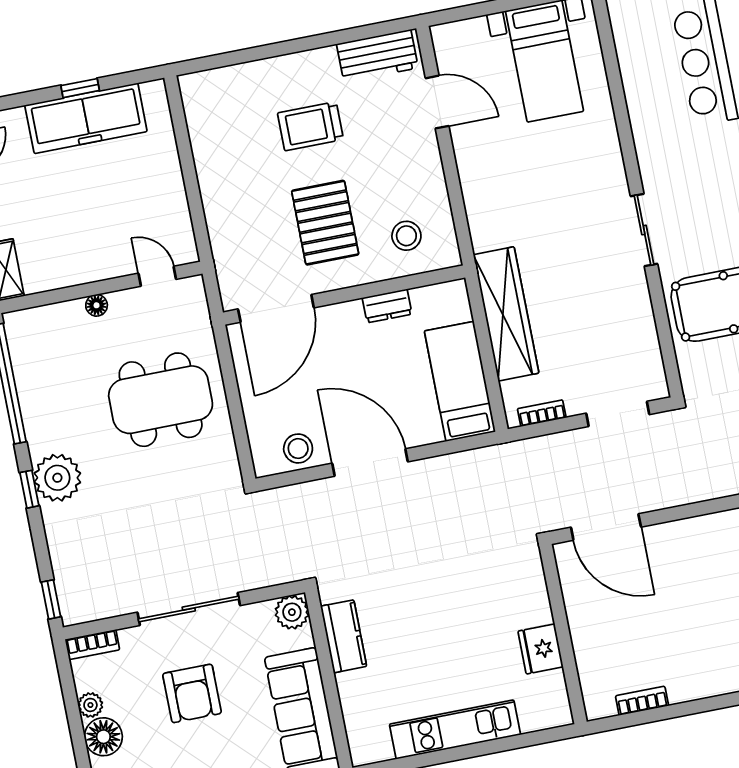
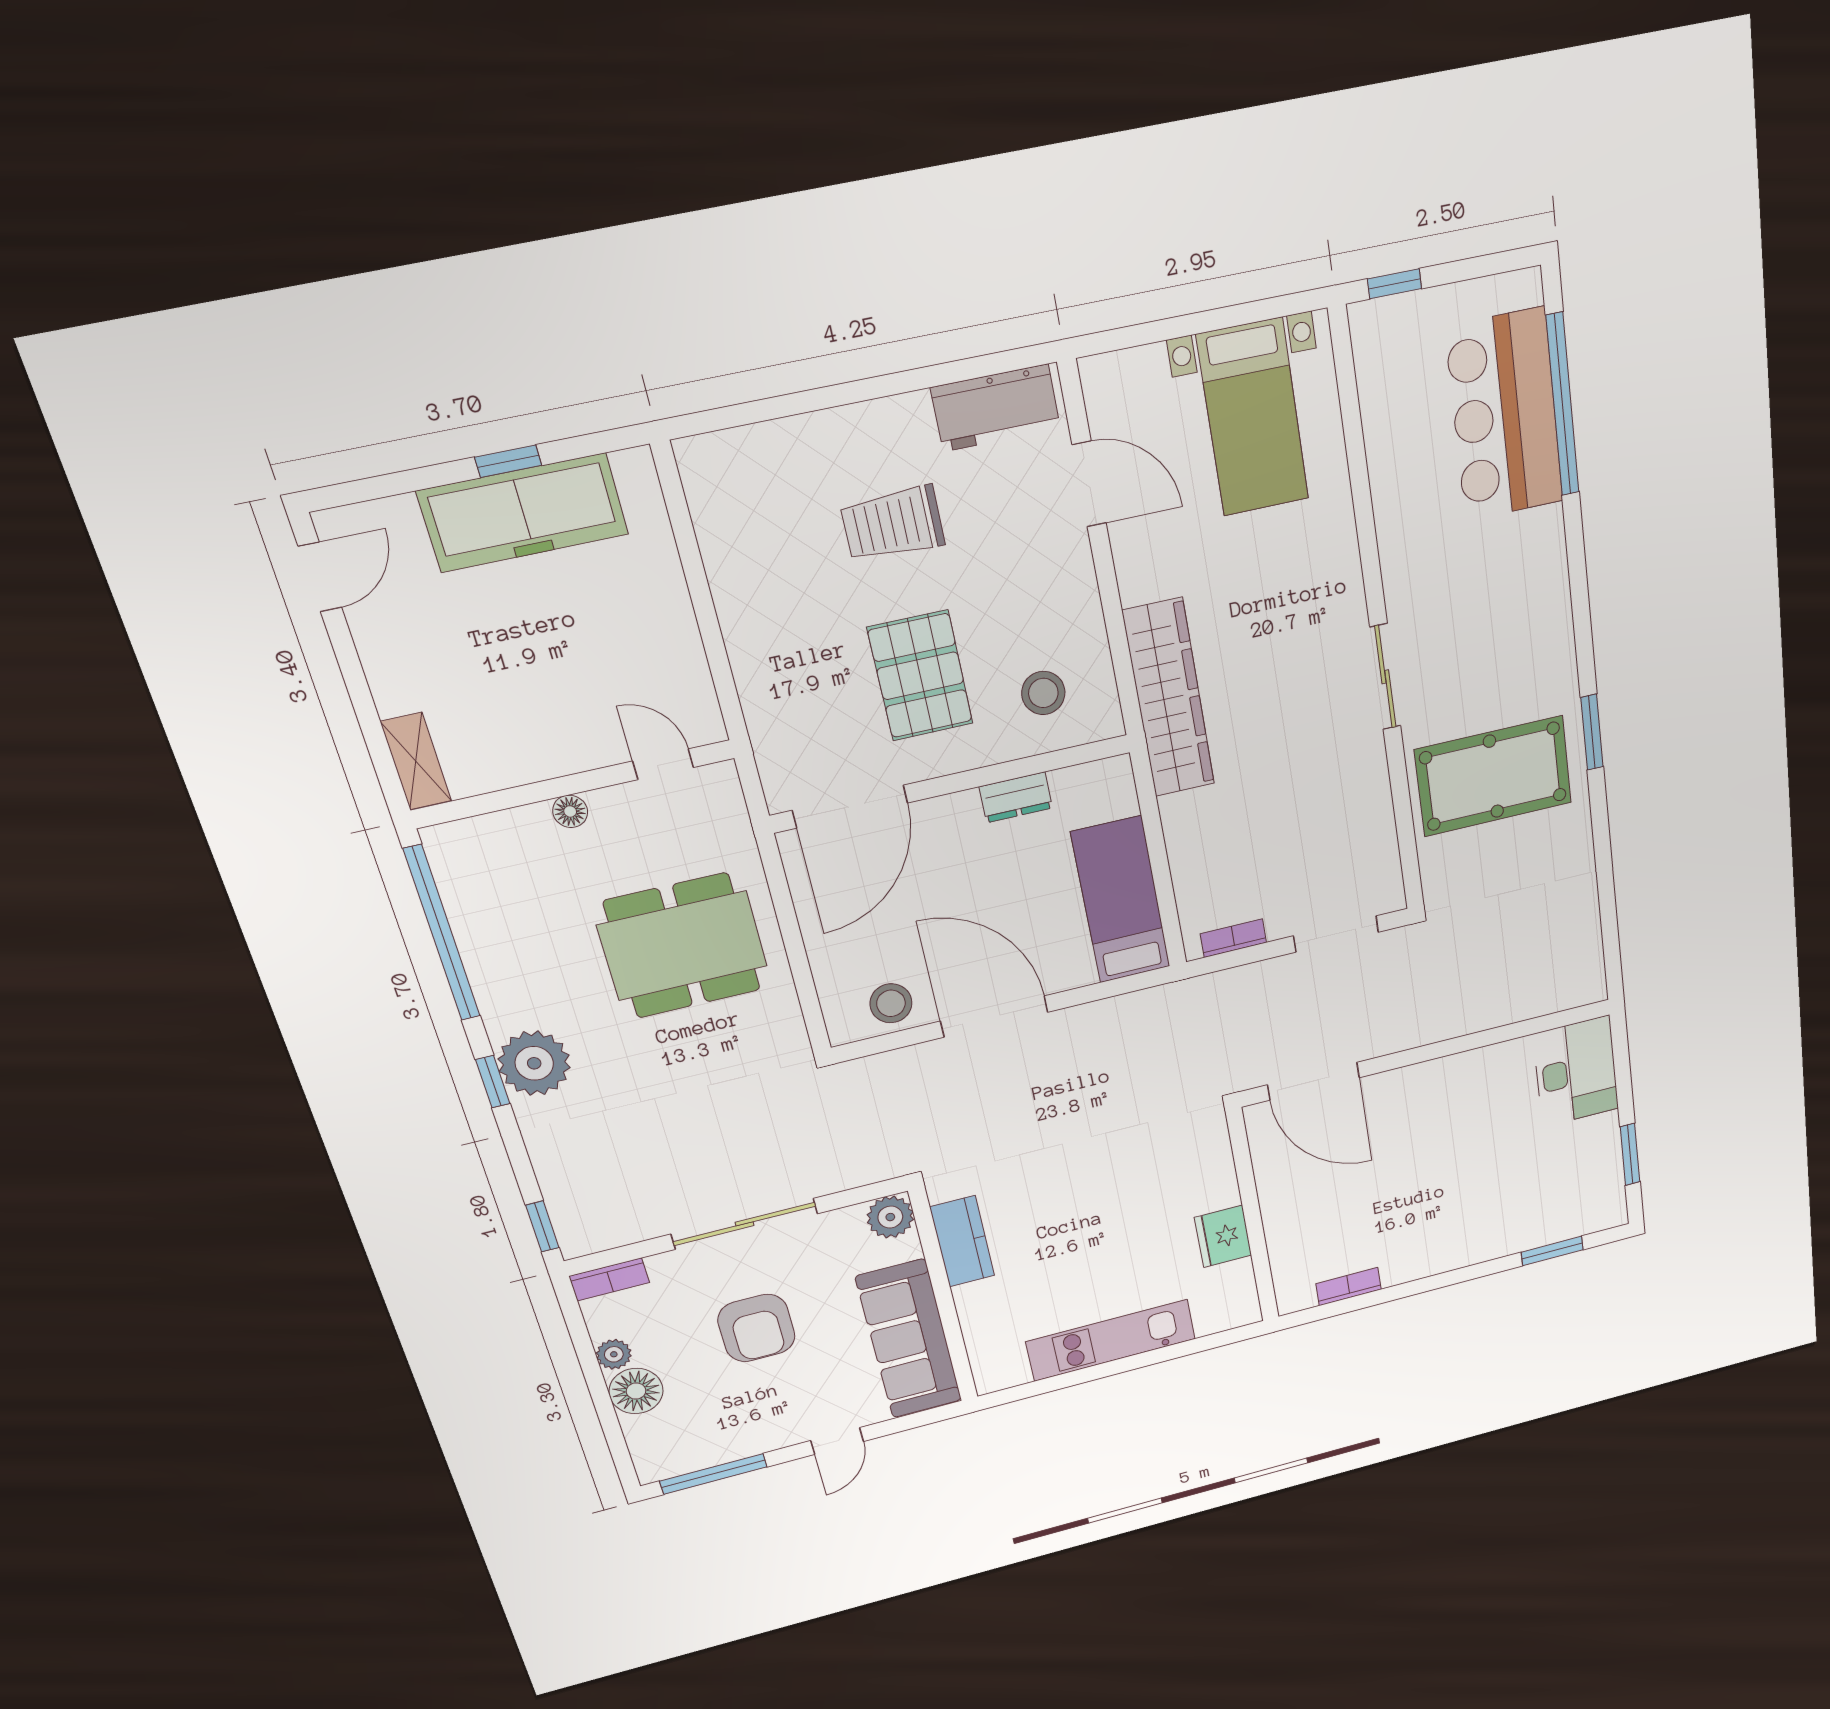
wardrobe: (506, 314) -> (1169, 698), moved

